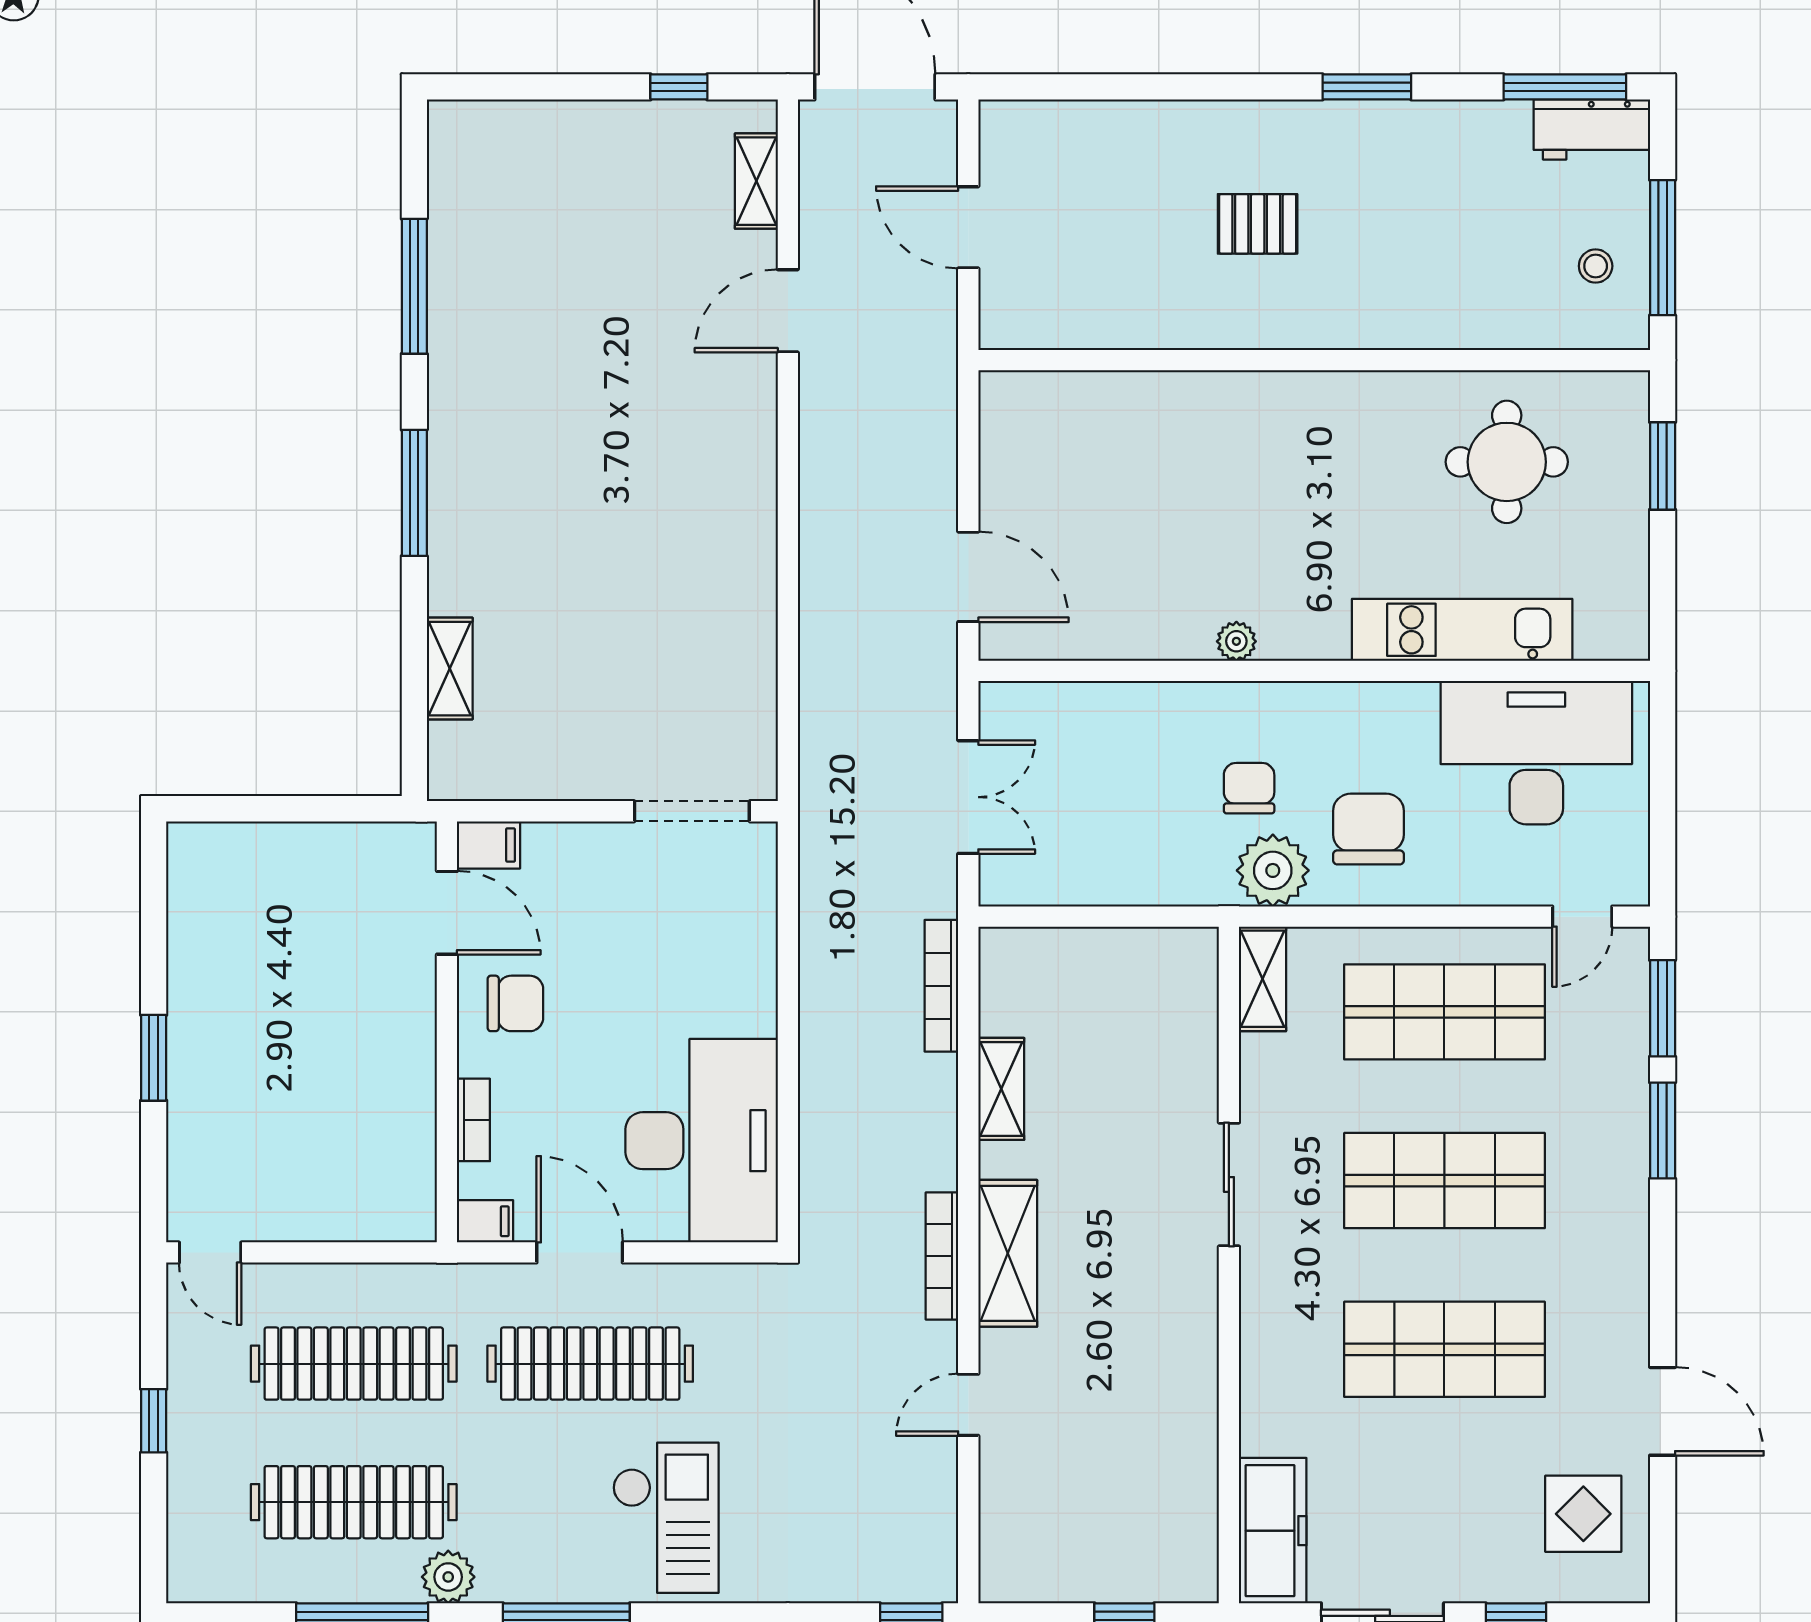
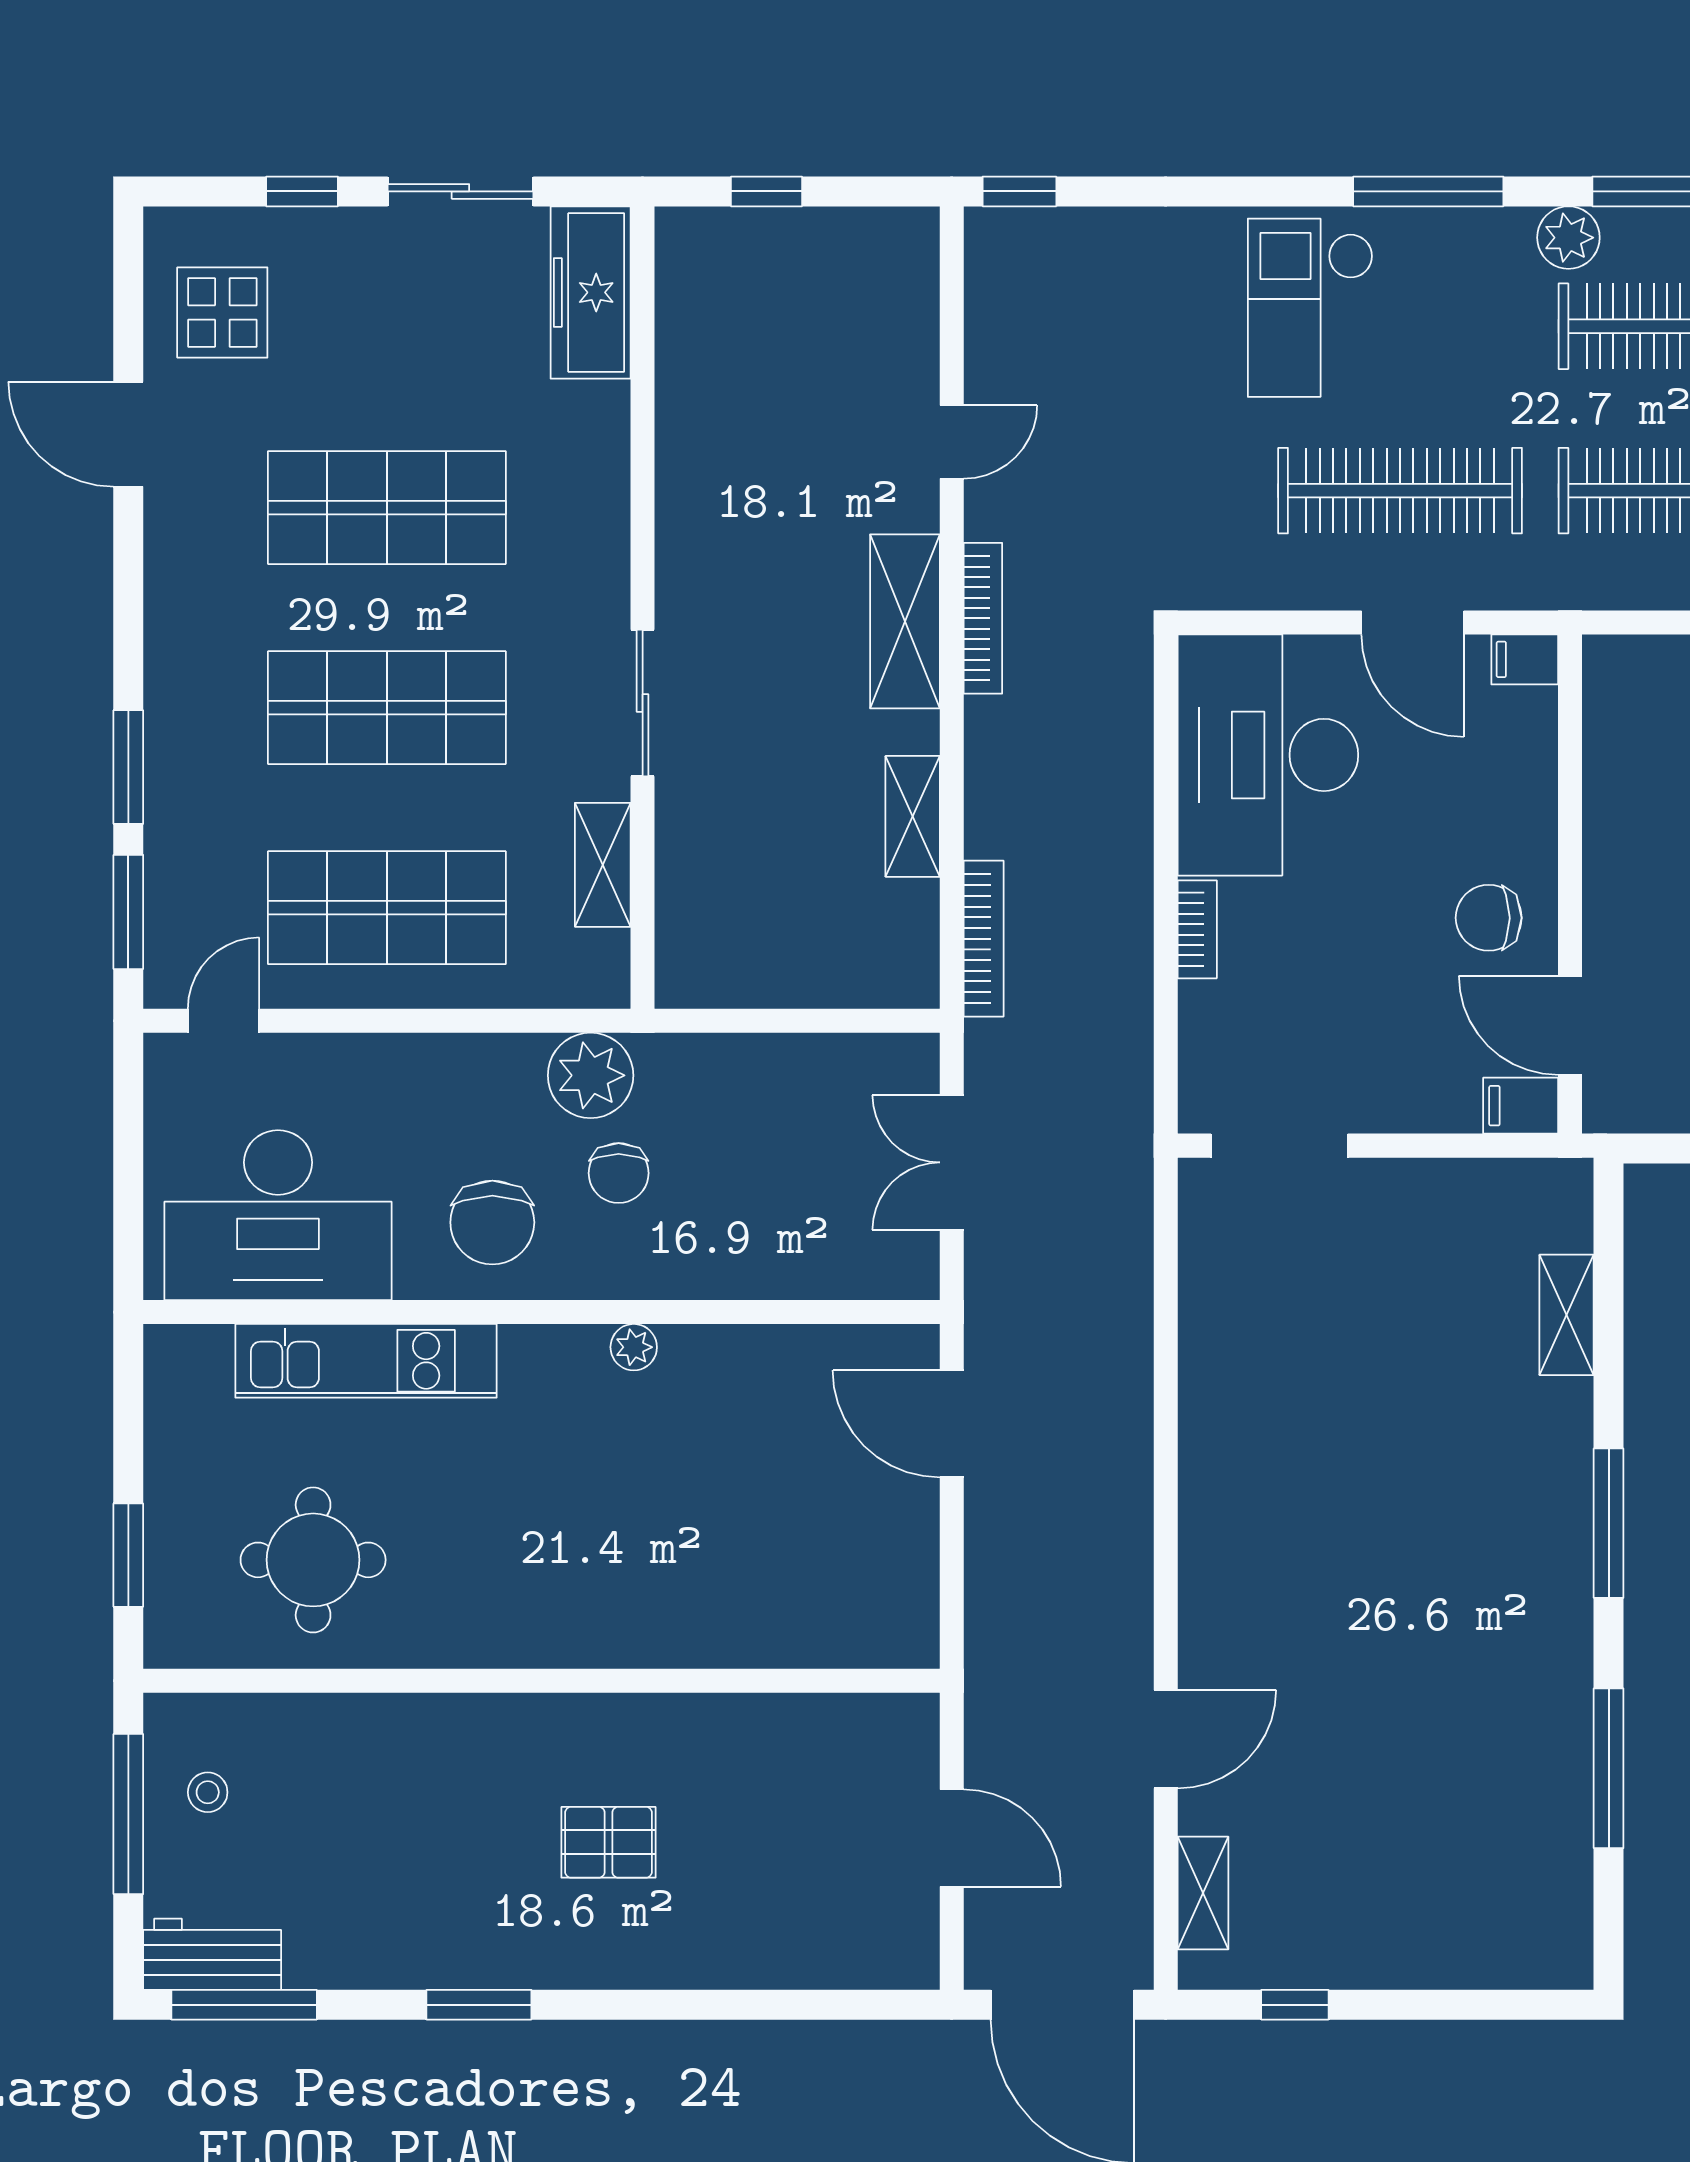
chair: (1368, 829) -> (492, 1222), moved
shelving: (1262, 979) -> (603, 865), moved
bookcase: (473, 1120) -> (1197, 929), moved, turned 180

